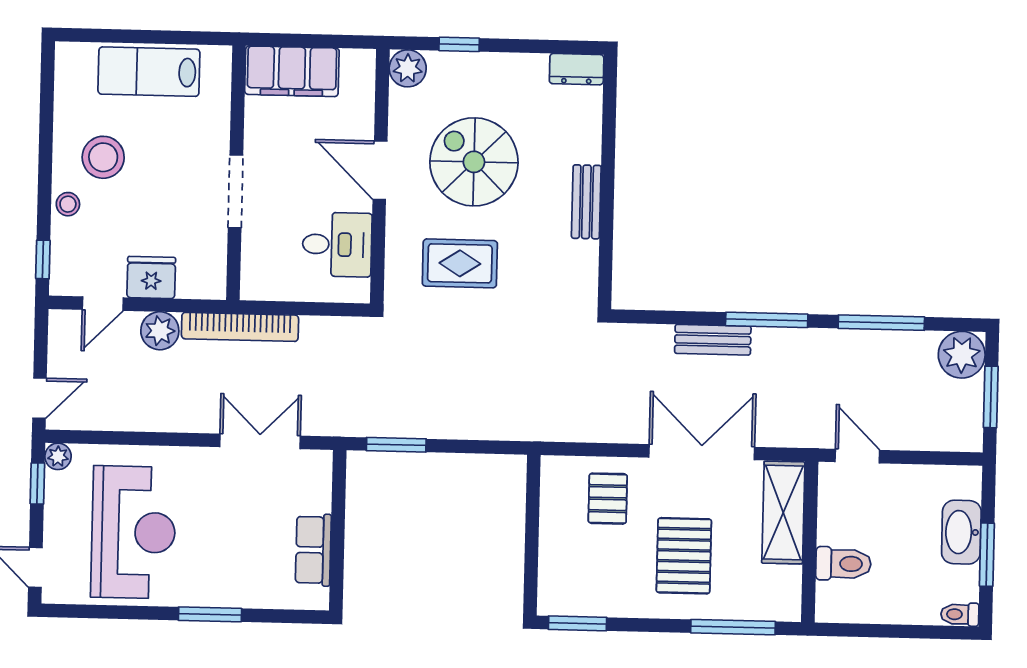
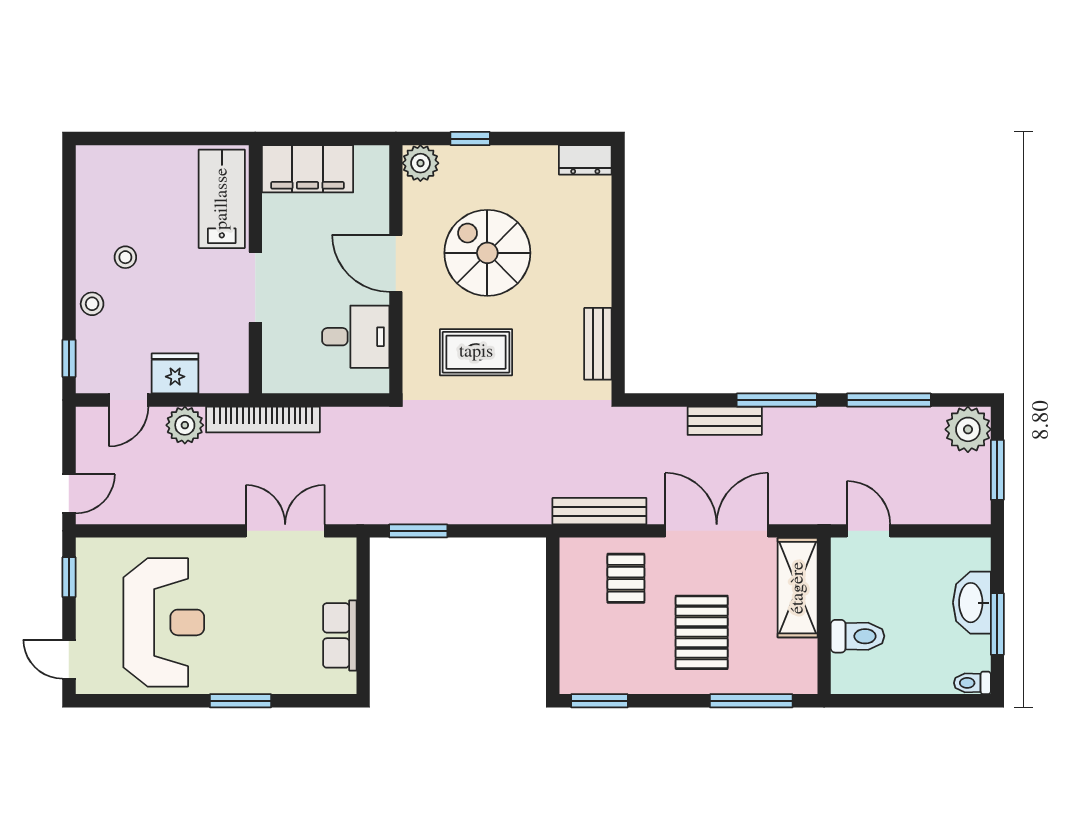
lab bench: (149, 72) -> (222, 199), moved, turned 90
stool: (103, 157) -> (125, 257), width x0.53, depth x0.53
bench: (586, 202) -> (598, 344), moved
bench: (582, 429) -> (599, 511), added
plant: (58, 456) -> (88, 550), removed

